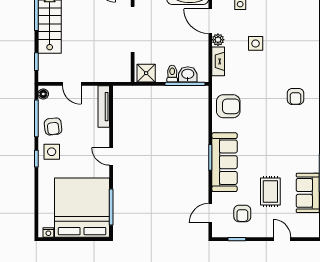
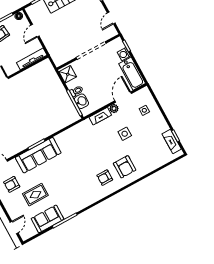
armchair: (228, 106) -> (125, 167), moved
door: (282, 239) -> (14, 228), moved

